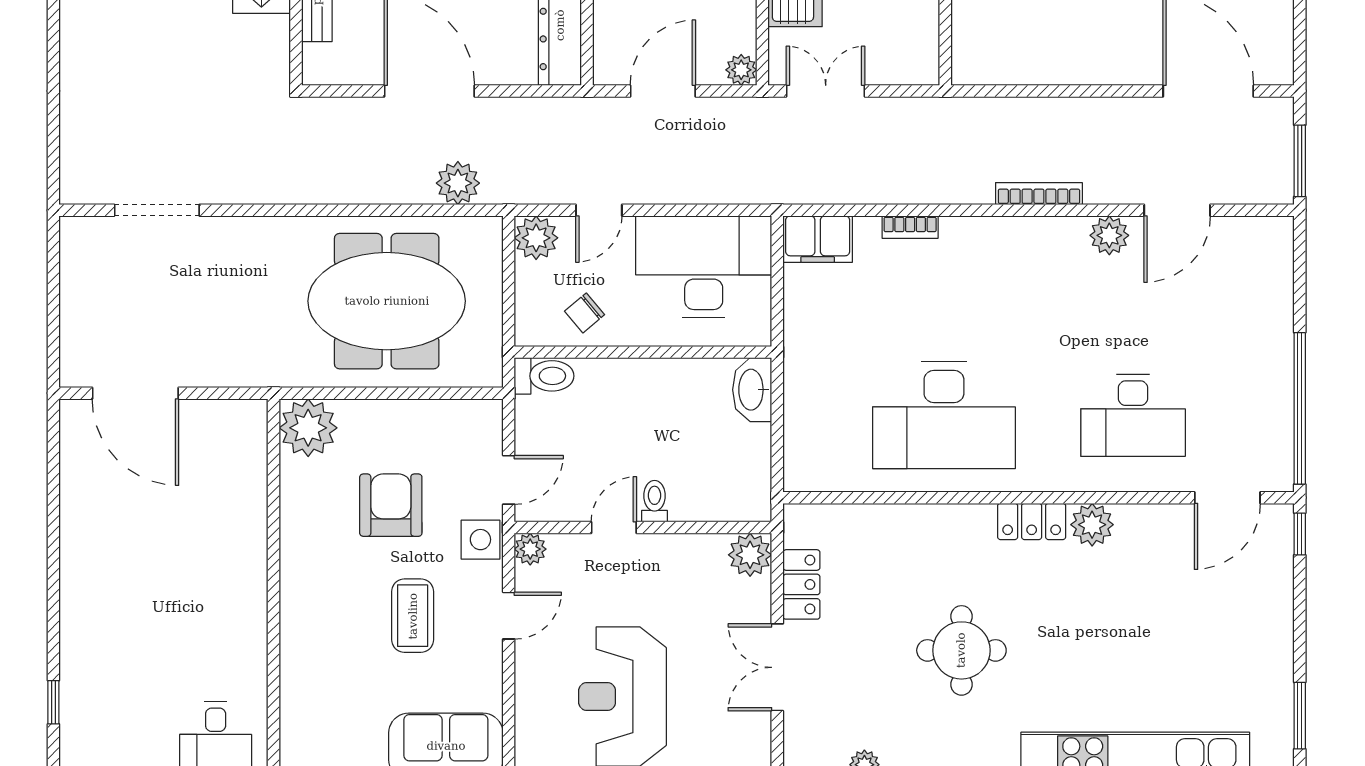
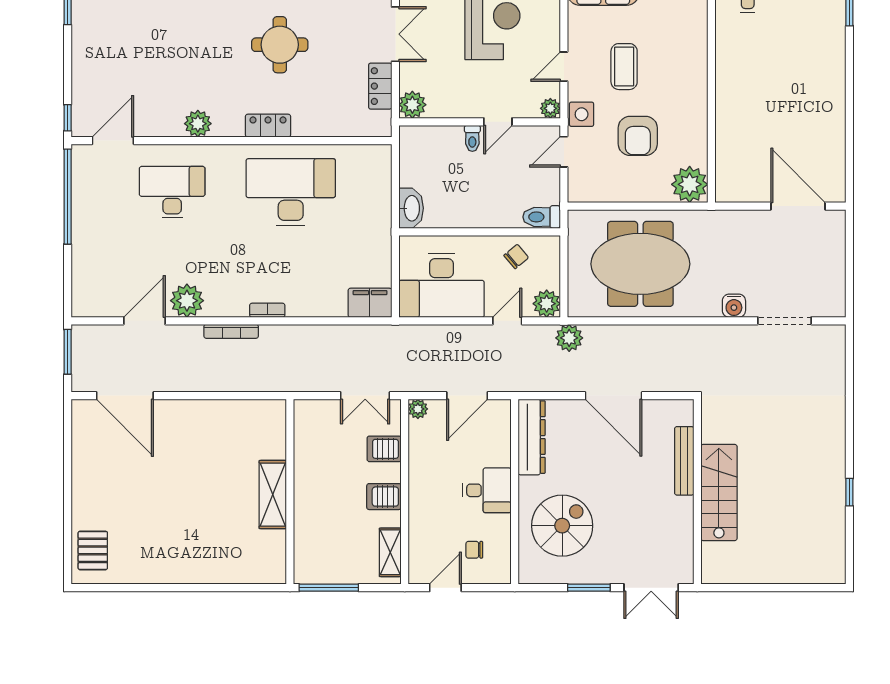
plant: (458, 183) -> (569, 338), moved
bookcase: (910, 227) -> (267, 310), moved
water cooler: (238, 234) -> (734, 306), added
plant: (1109, 235) -> (187, 301), width x1.36, depth x1.36
locker: (1032, 521) -> (268, 126), moved

